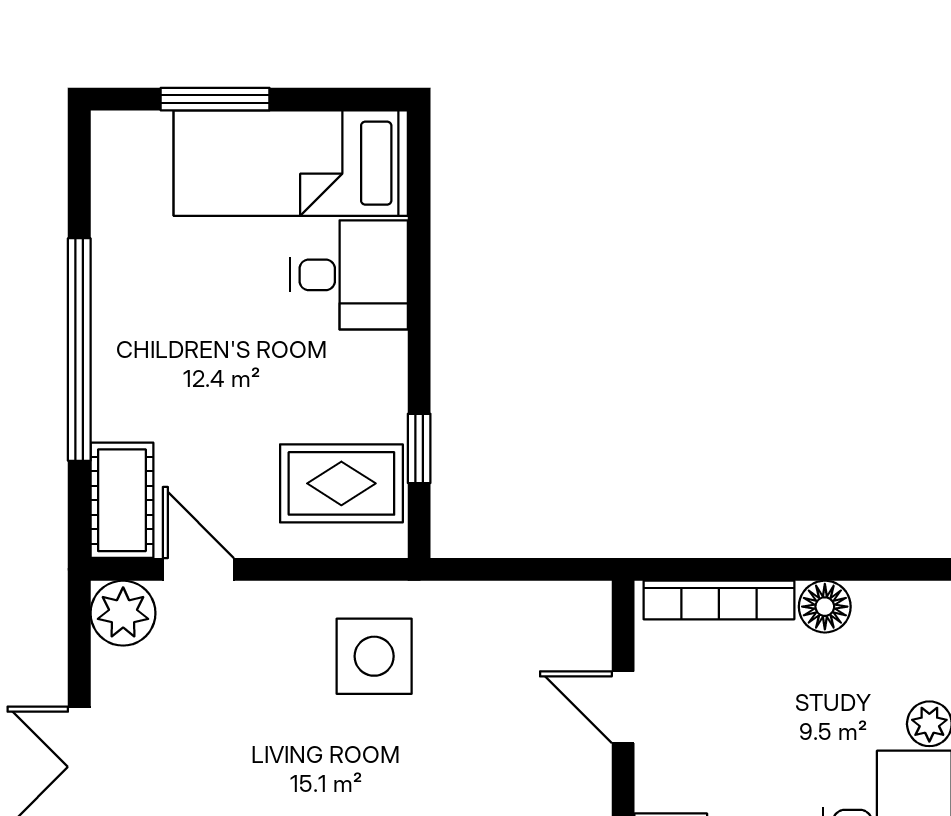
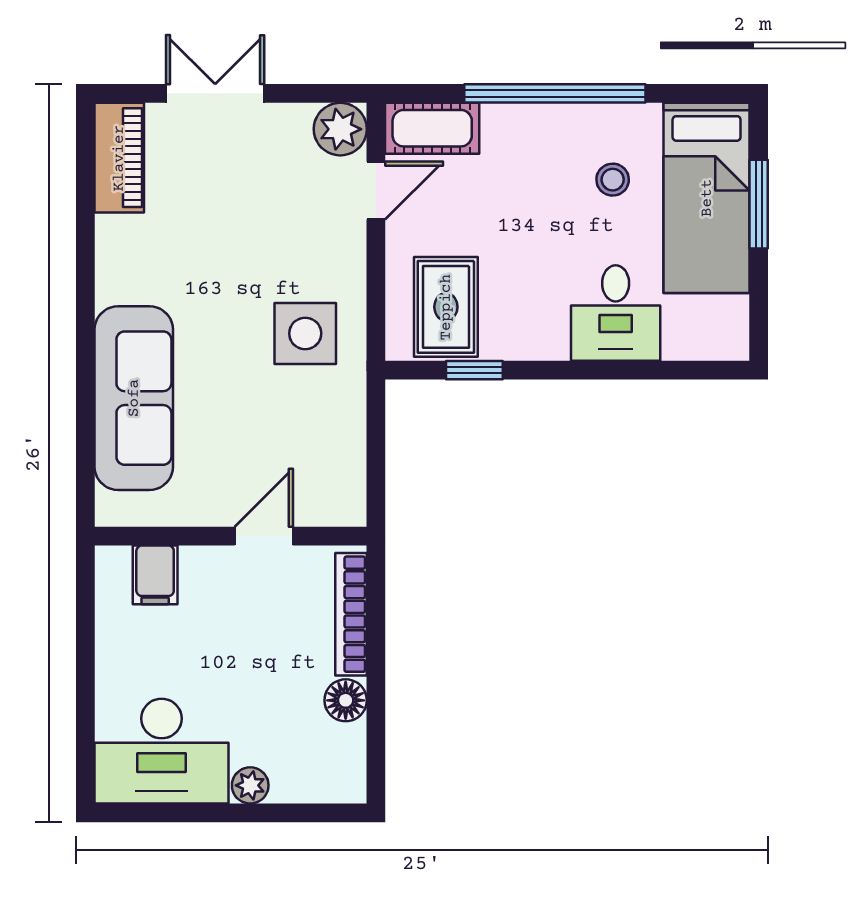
bed: (291, 163) -> (707, 198), moved, turned 180
stool: (185, 279) -> (613, 180), added

